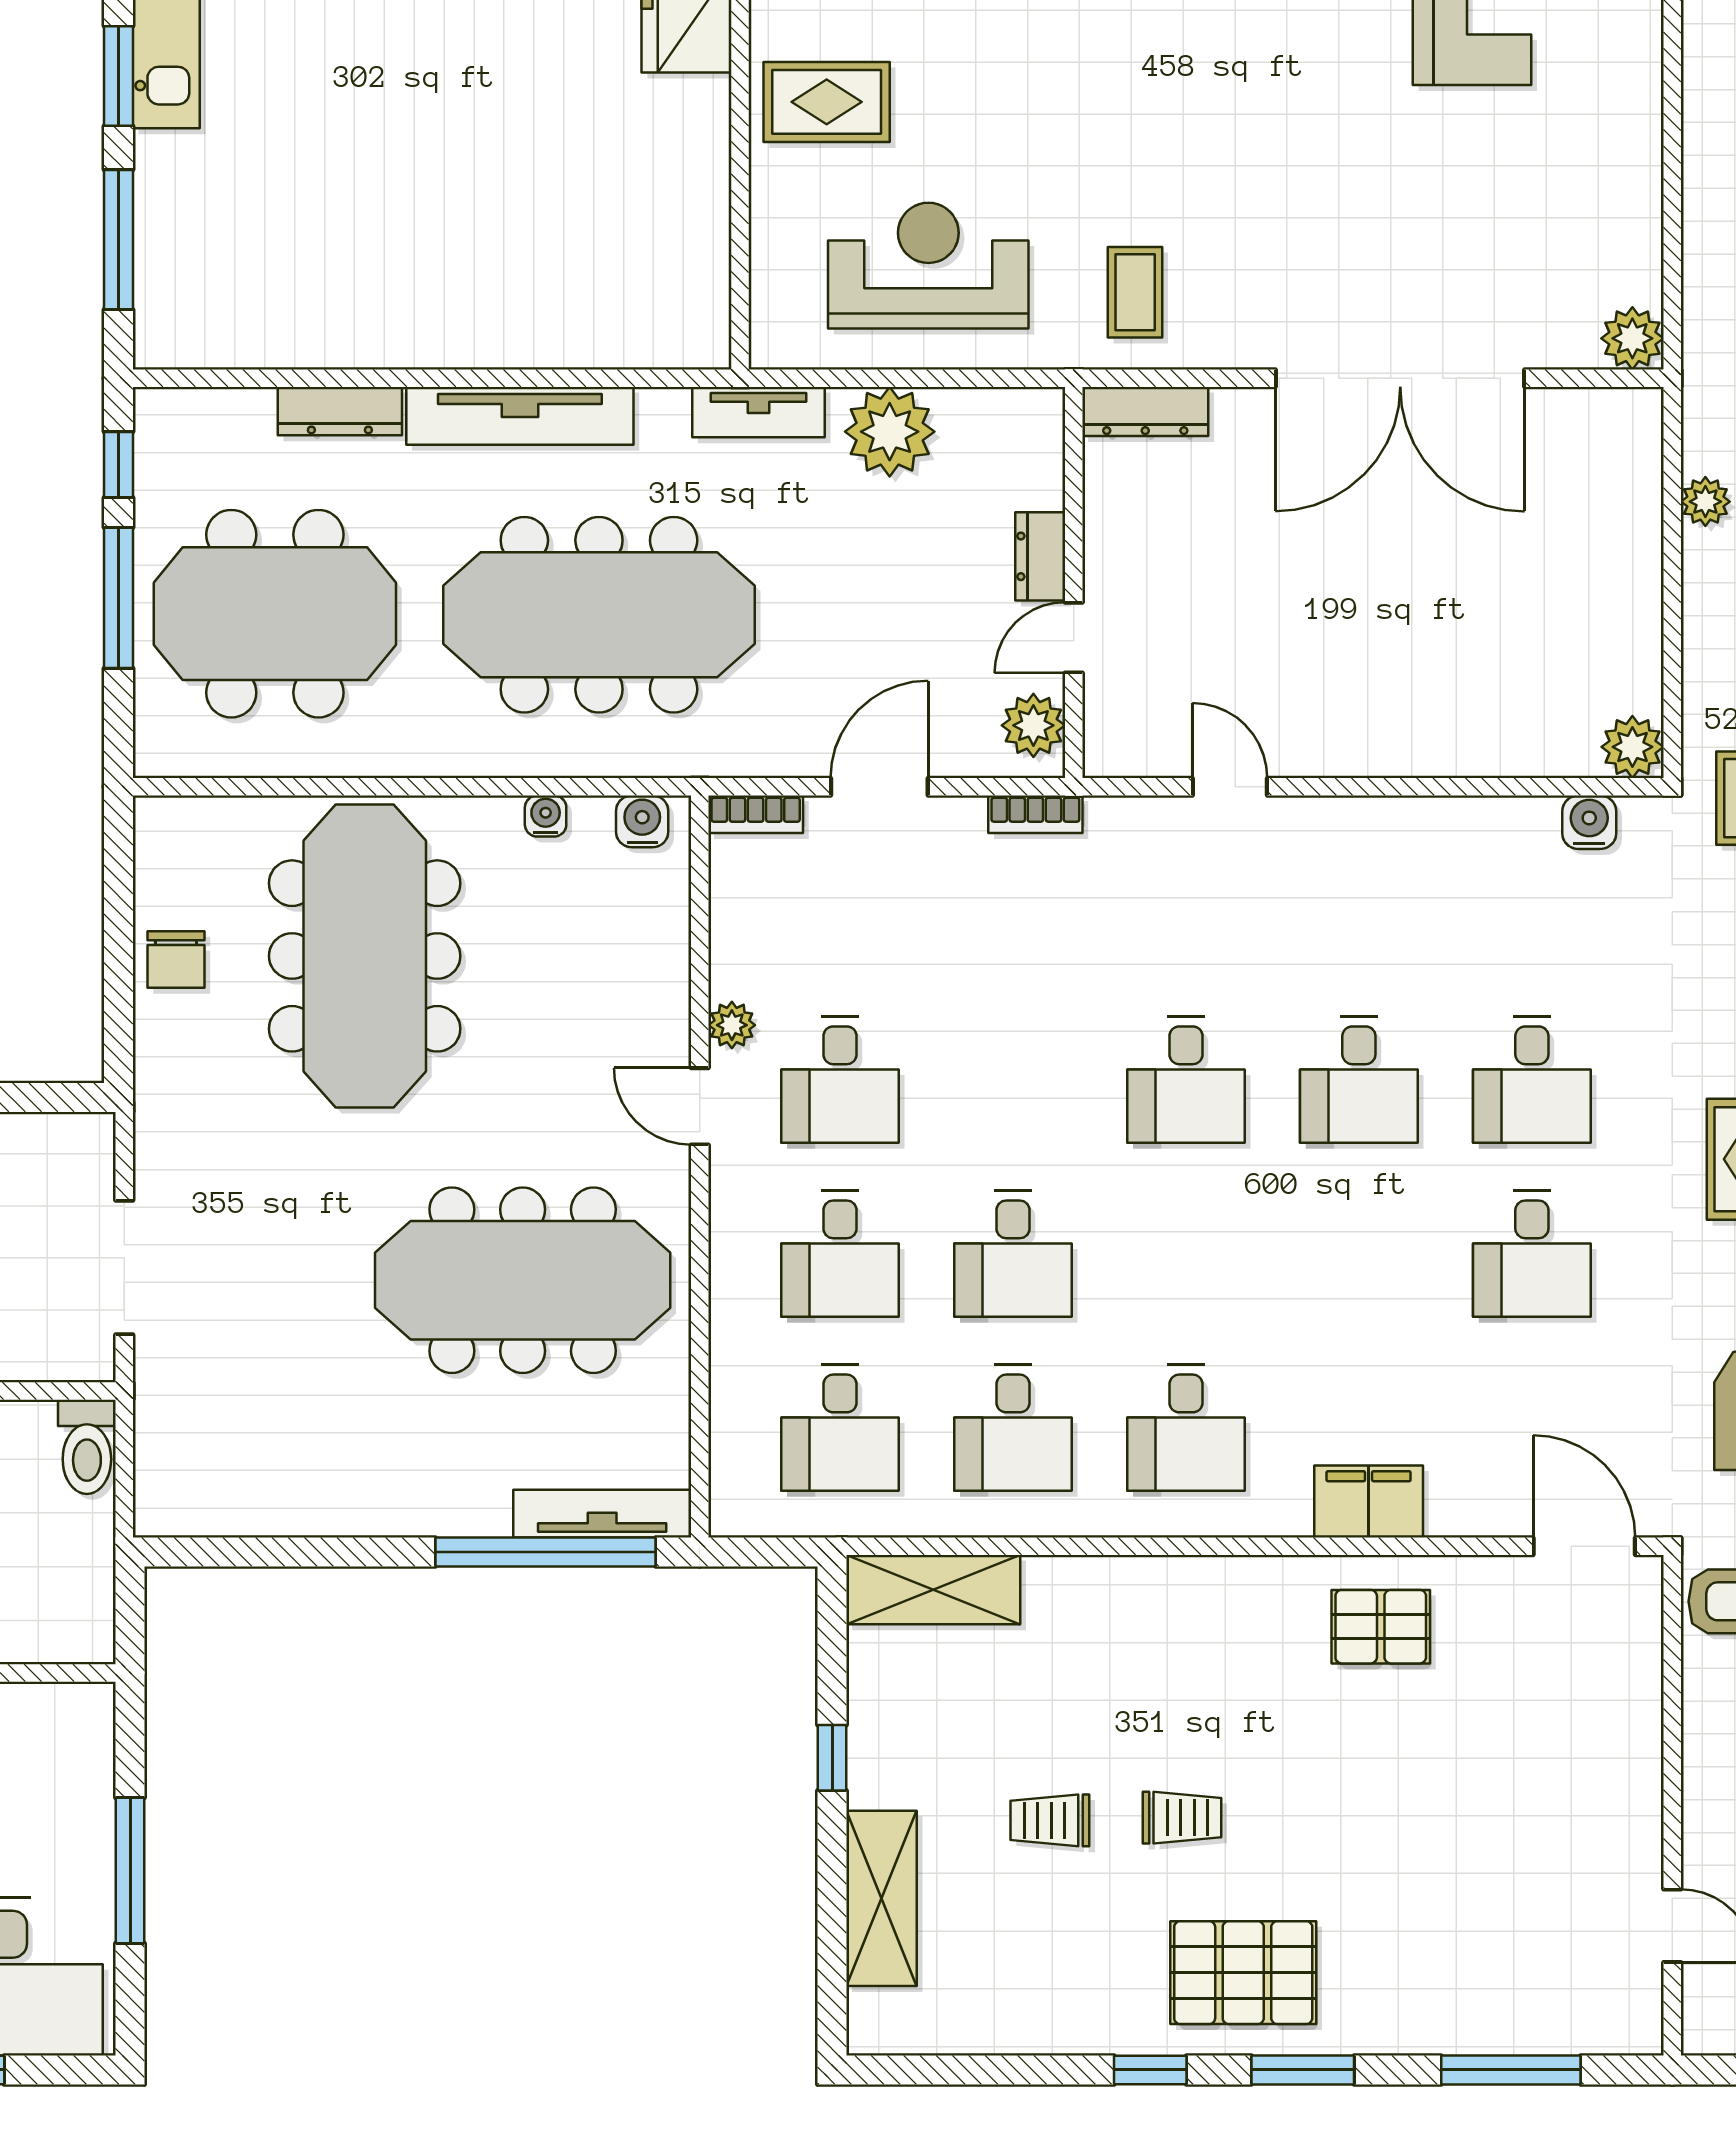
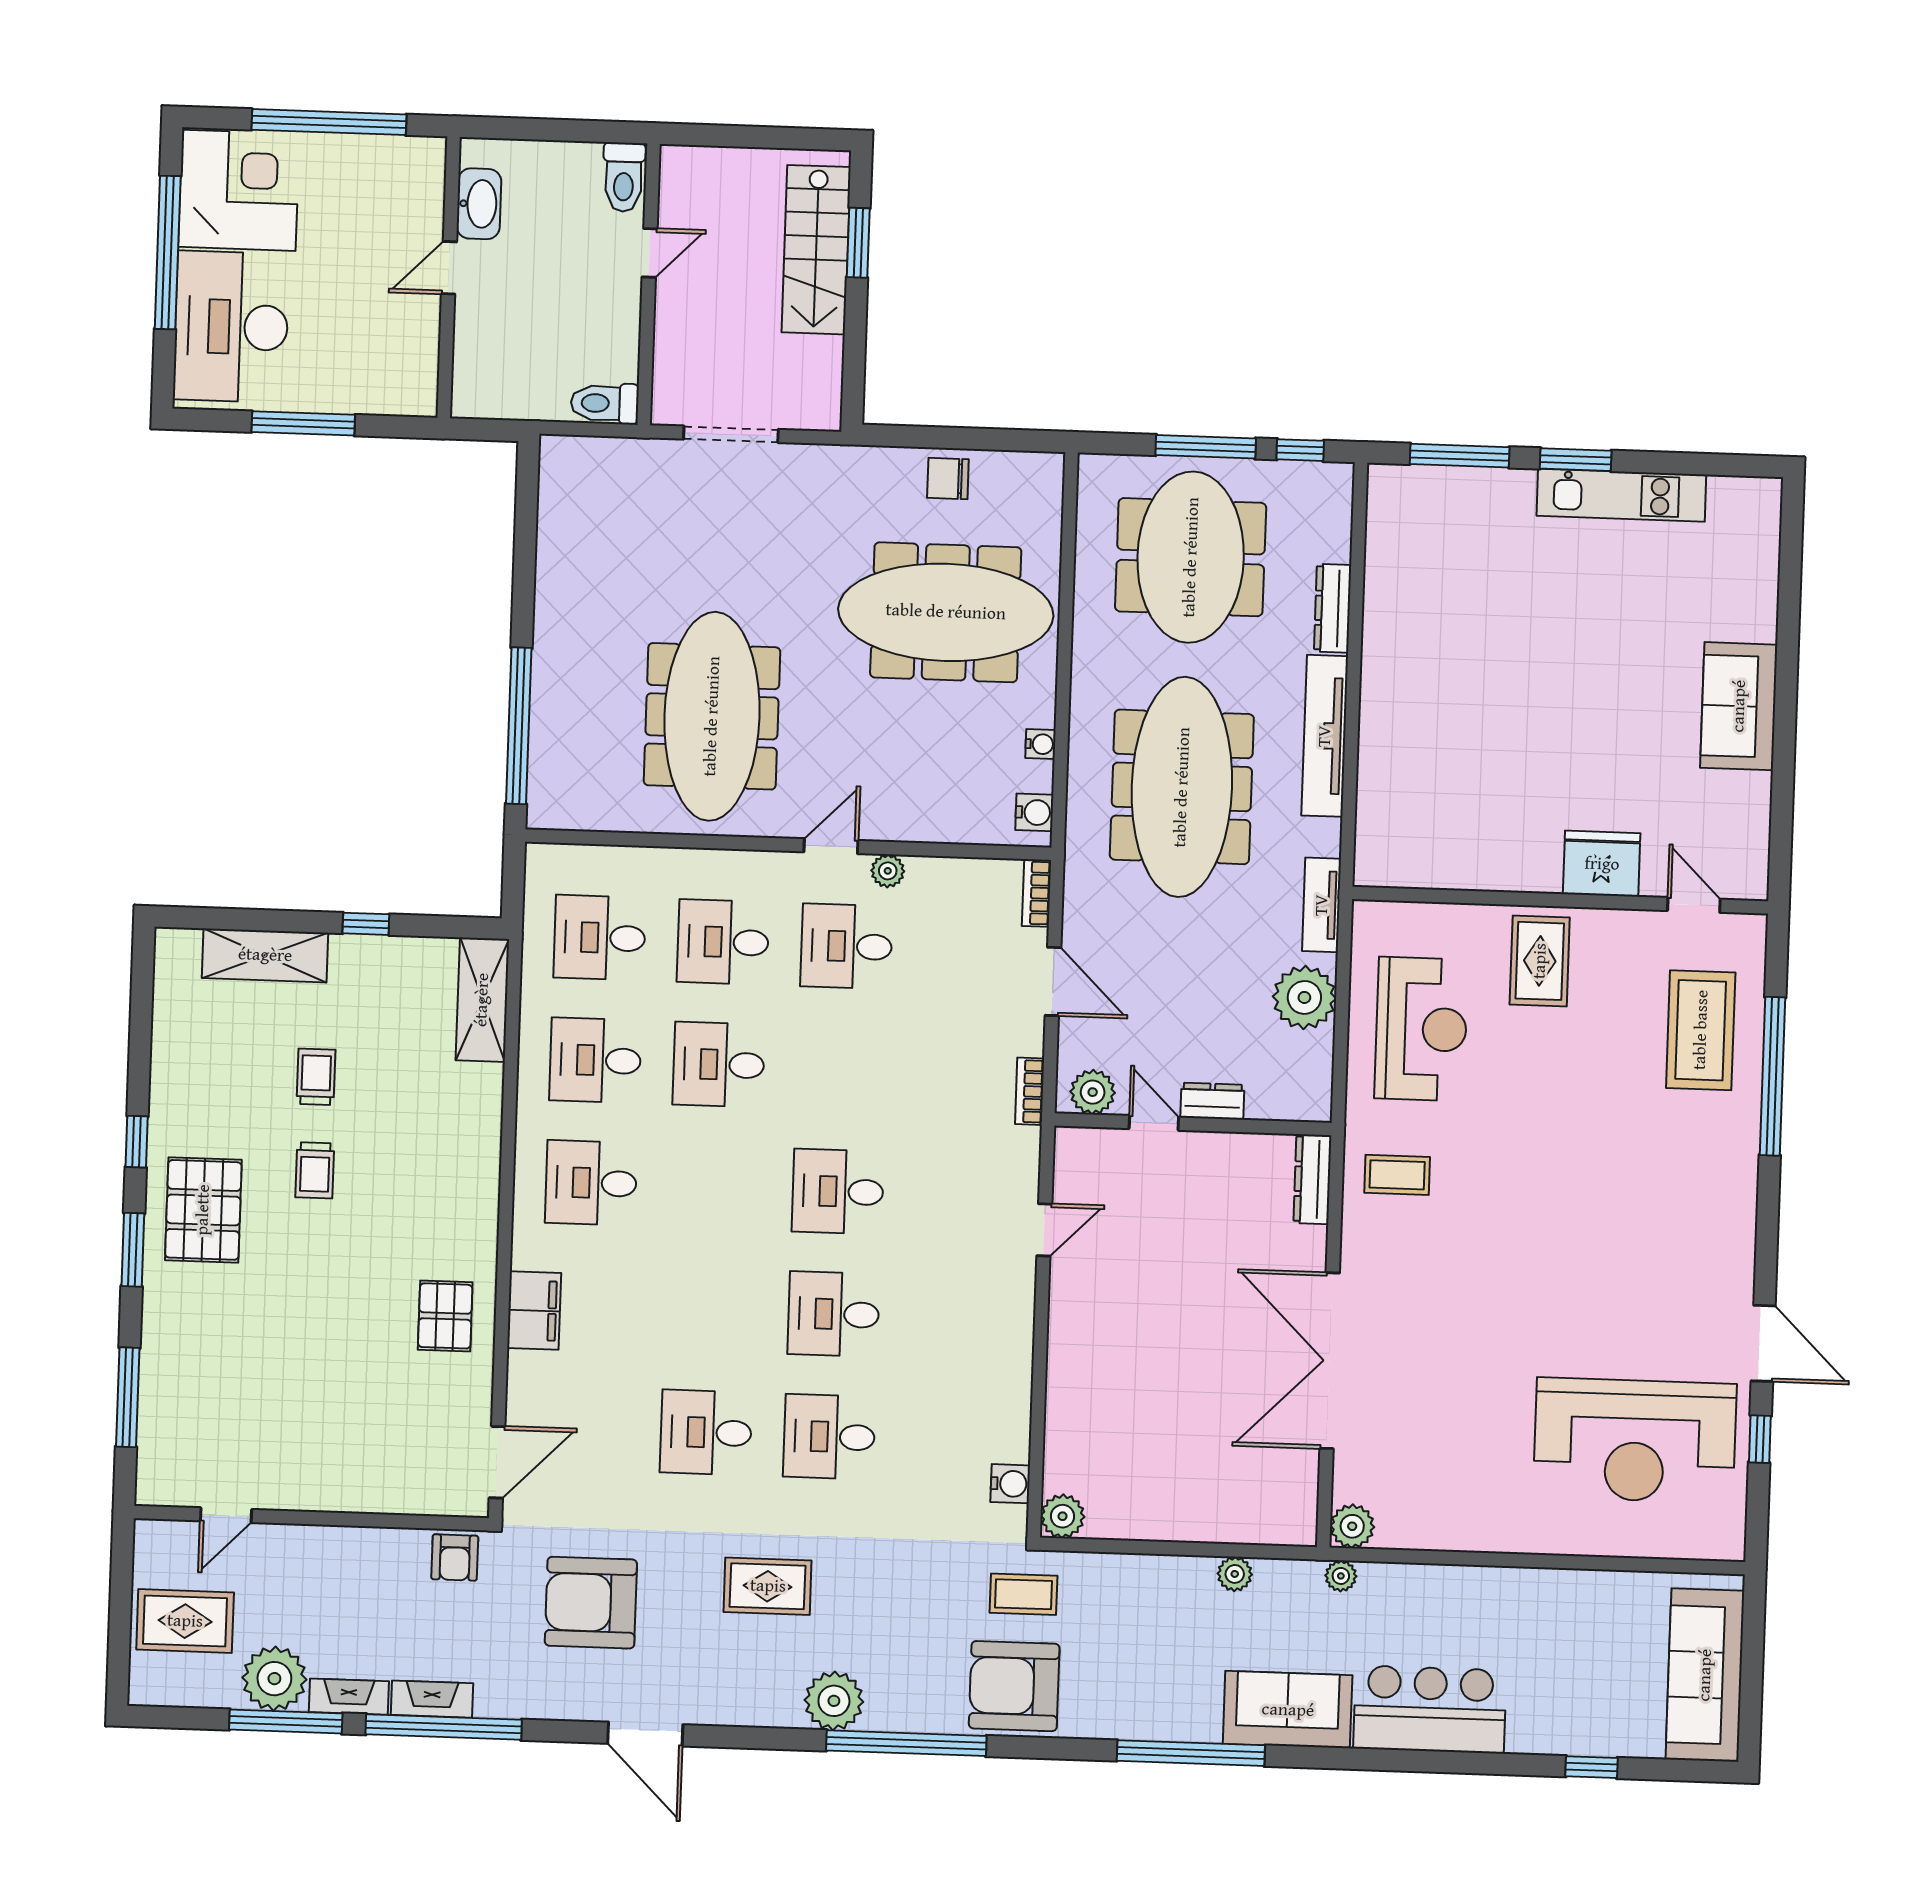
plant: (1703, 352) -> (1341, 1576), added
tv unit: (602, 1514) -> (545, 767), removed

